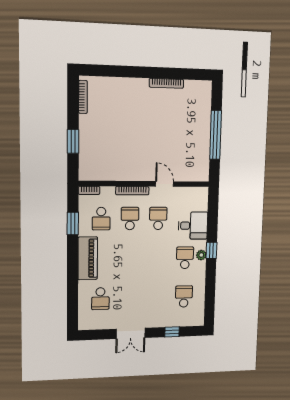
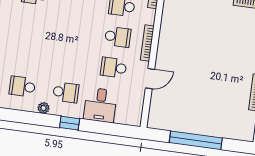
school desk: (158, 218) -> (114, 68), turned 180
plant: (201, 255) -> (44, 108), moved
school desk: (184, 296) -> (22, 86), turned 180

